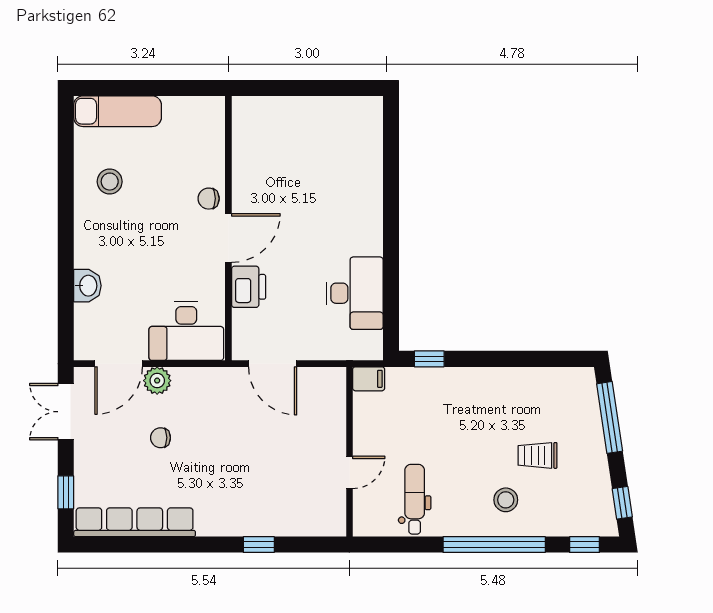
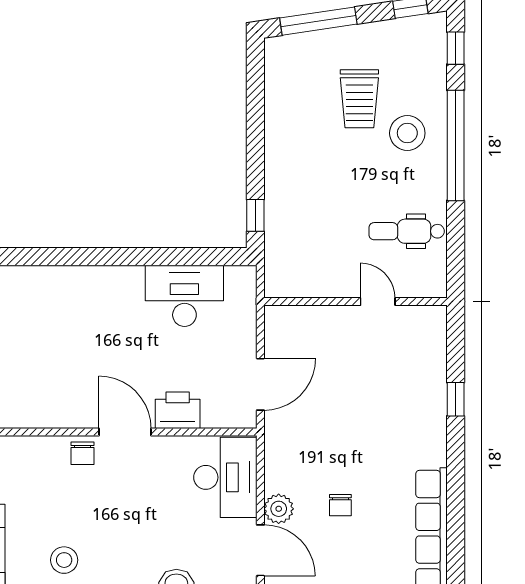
filing cabinet: (369, 379) -> (277, 281), removed
trolley: (538, 455) -> (359, 99), width x1.36, depth x1.39
stool: (506, 500) -> (407, 133), width x1.38, depth x1.38

